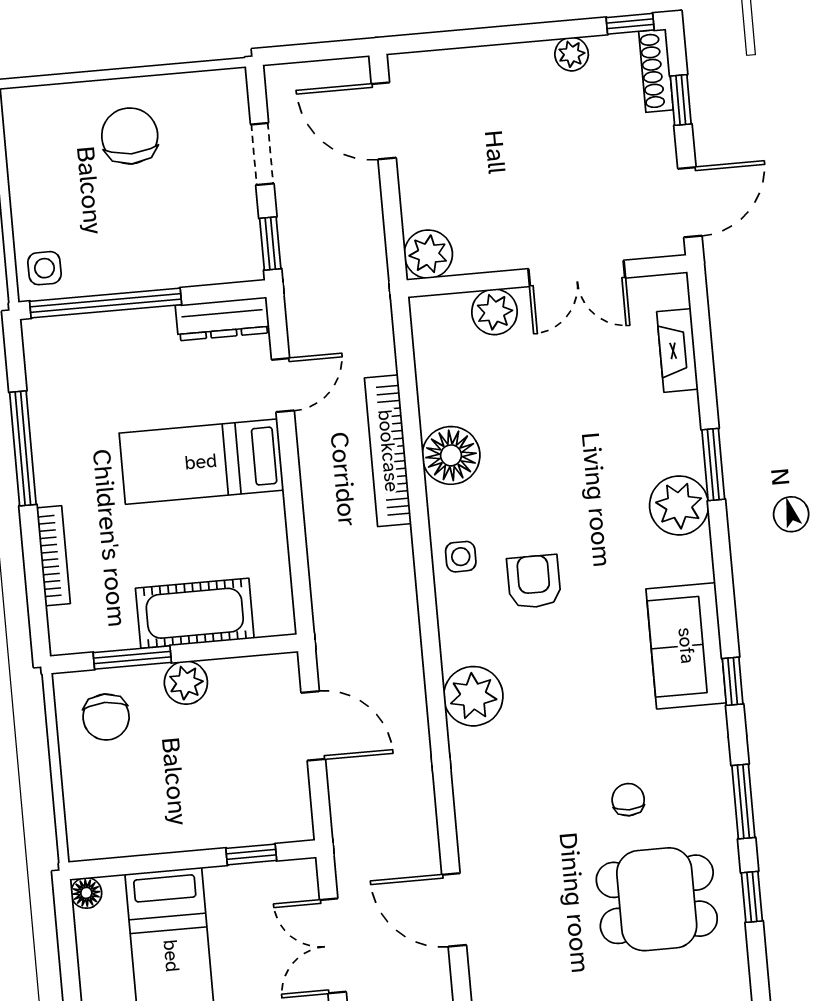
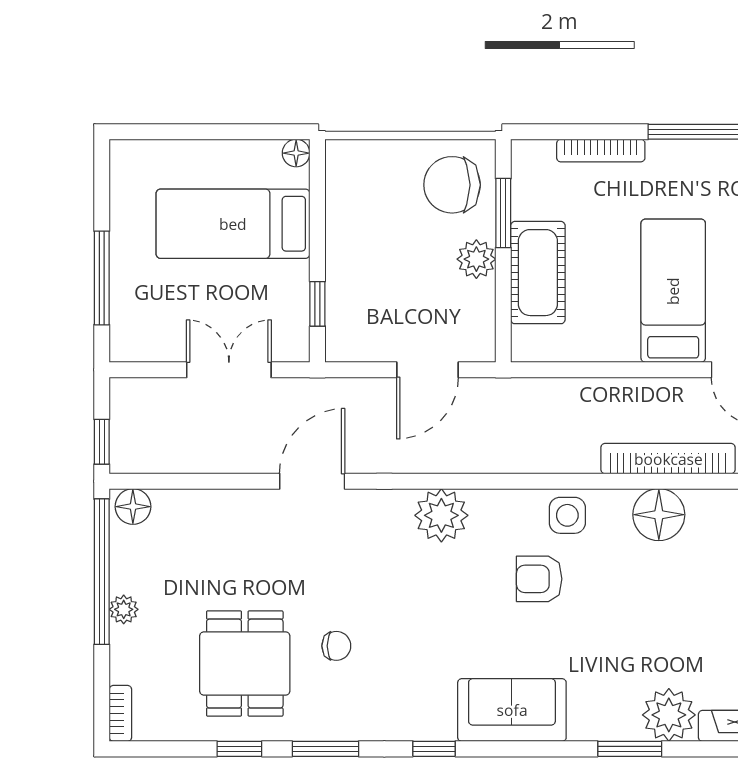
plant: (679, 505) -> (669, 715), moved
side table: (461, 557) -> (567, 515), width x1.37, depth x1.37
armchair: (534, 582) -> (539, 579), turned 180
sofa: (686, 646) -> (512, 710), moved
chair: (106, 717) -> (452, 185), width x1.37, depth x1.37
door: (454, 910) -> (312, 481), moved

